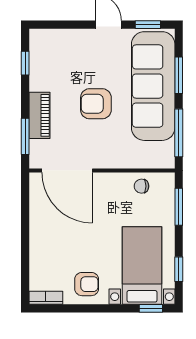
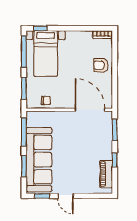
window: (25, 63) -> (115, 160), moved
armchair: (96, 104) -> (73, 149), removed
piano: (39, 115) -> (106, 174), moved
window: (179, 269) -> (24, 51), width x2.17
armchair: (87, 284) -> (101, 65), moved

